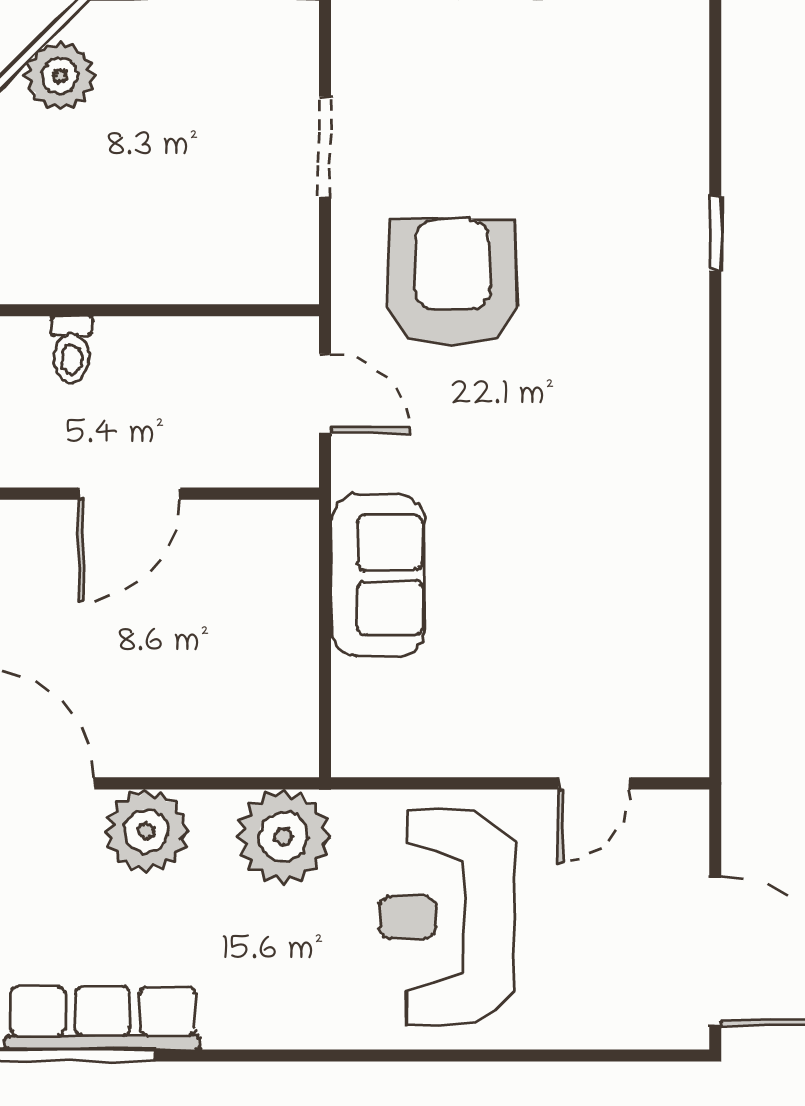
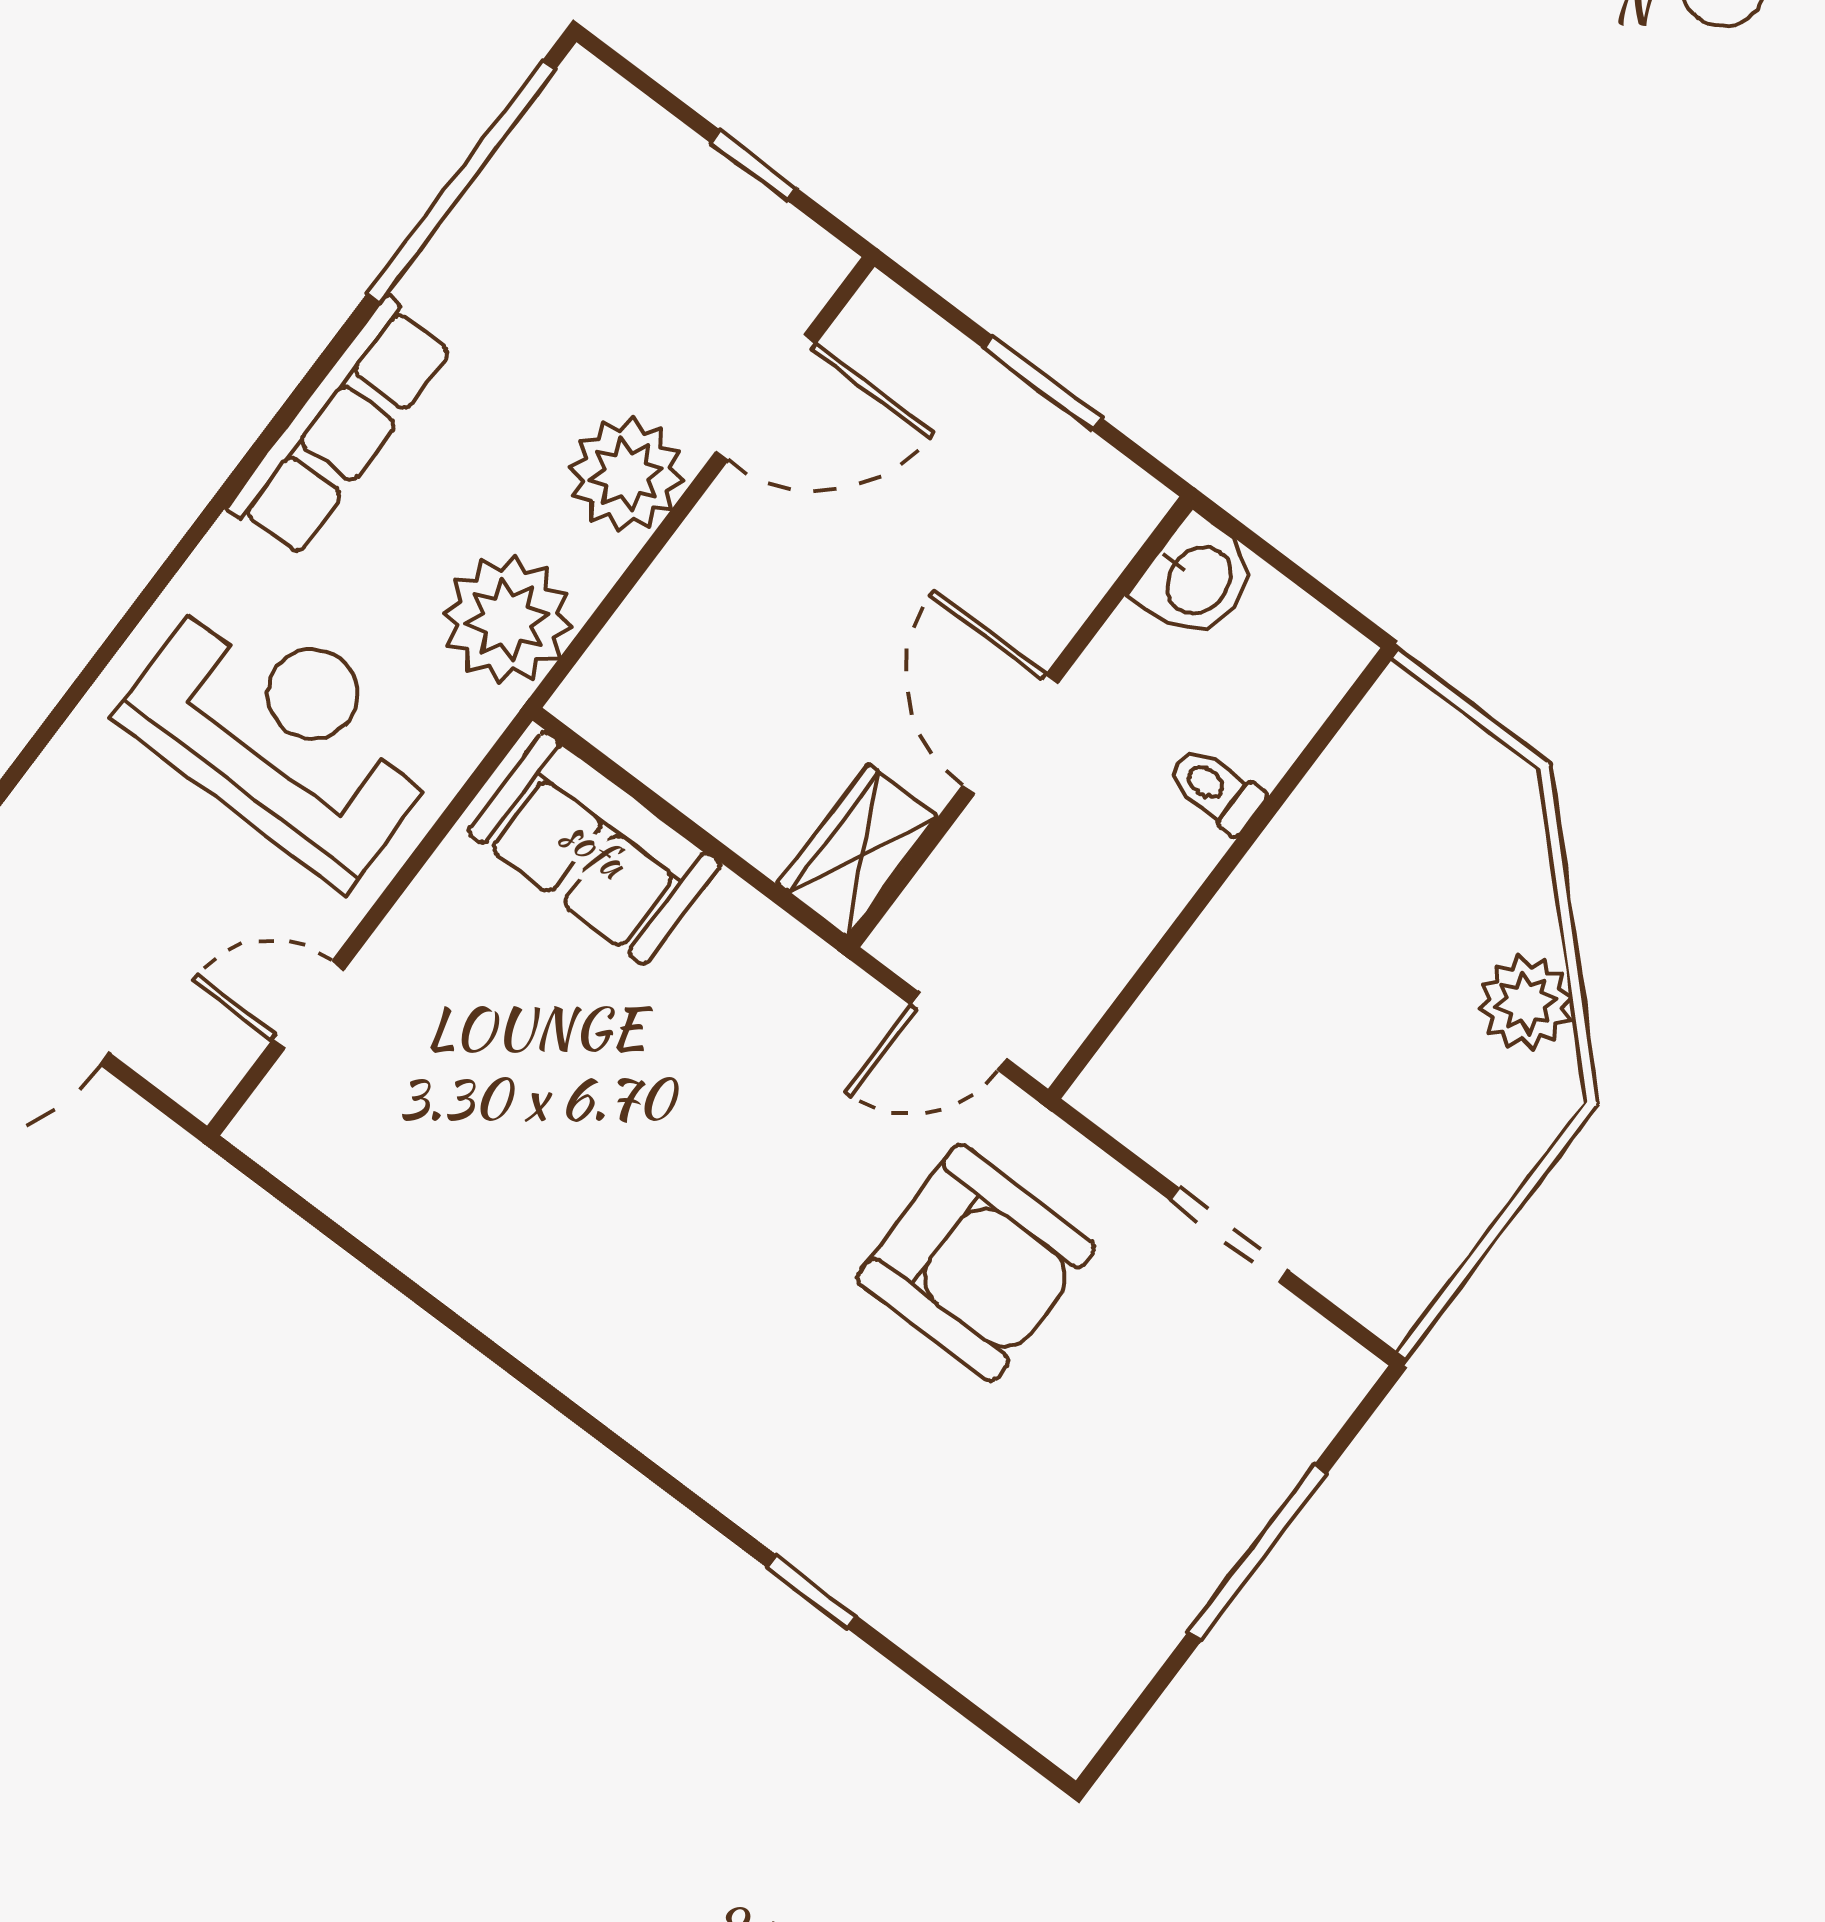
wardrobe: (264, 532) -> (858, 850), added
sofa: (378, 575) -> (594, 848), moved
door: (595, 783) -> (308, 1005), hinge flipped
row of seats: (103, 1018) -> (340, 427), moved

